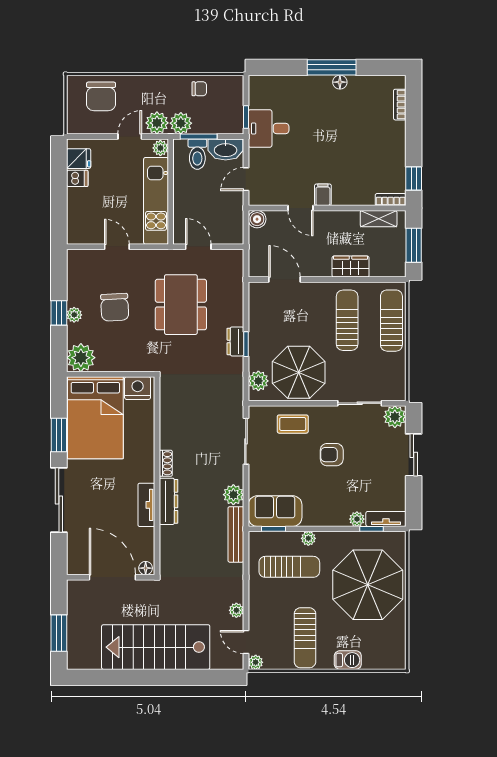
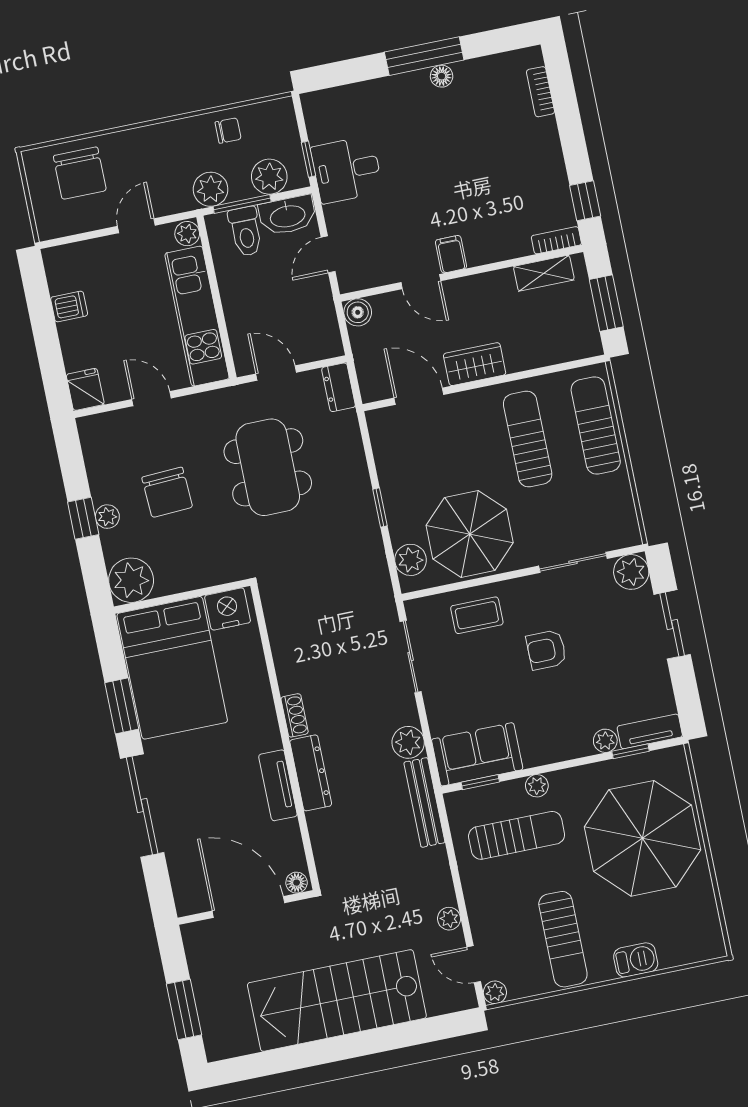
plant: (157, 123) -> (269, 177), moved
fridge: (79, 159) -> (85, 389), moved, turned -90
wardrobe: (351, 267) -> (475, 364), moved
dresser: (235, 341) -> (339, 387), moved

